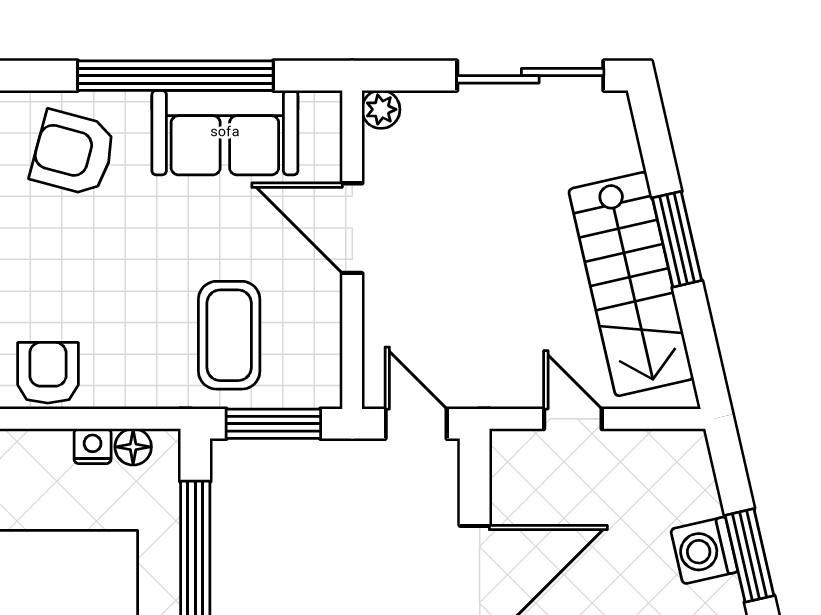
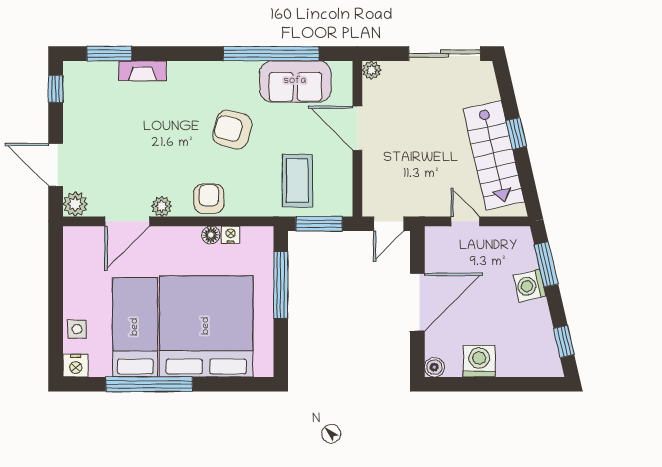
armchair: (73, 153) -> (232, 130), moved
window: (677, 239) -> (516, 134), width x0.67
door: (416, 424) -> (389, 224), swing flipped
floor lamp: (133, 447) -> (211, 235), moved
window: (749, 555) -> (546, 264), moved

